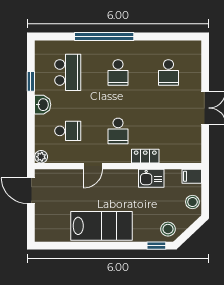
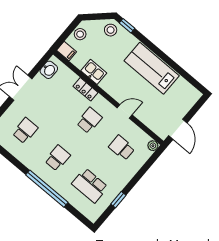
school desk: (68, 72) -> (90, 185), turned -90
washbasin: (43, 105) -> (49, 70), moved, turned 180

